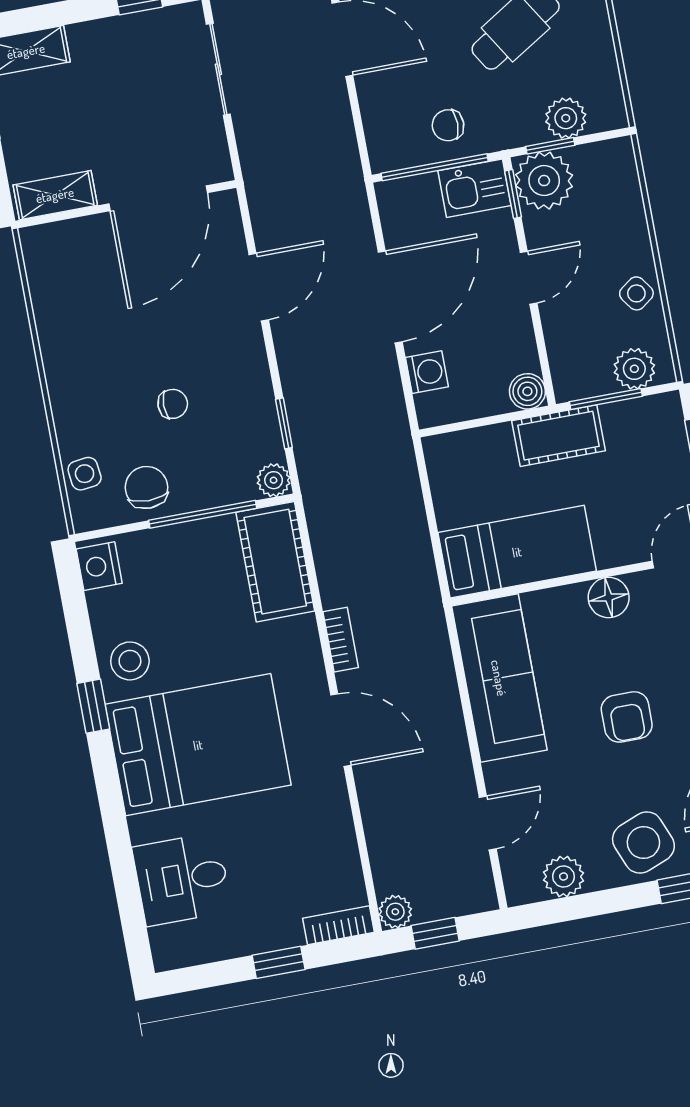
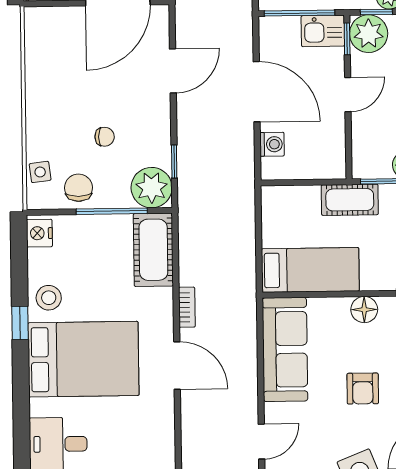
door: (390, 297) -> (257, 92), hinge flipped
boiler: (527, 391) -> (335, 168), removed
plant: (274, 480) -> (152, 188), width x1.88, depth x1.88

